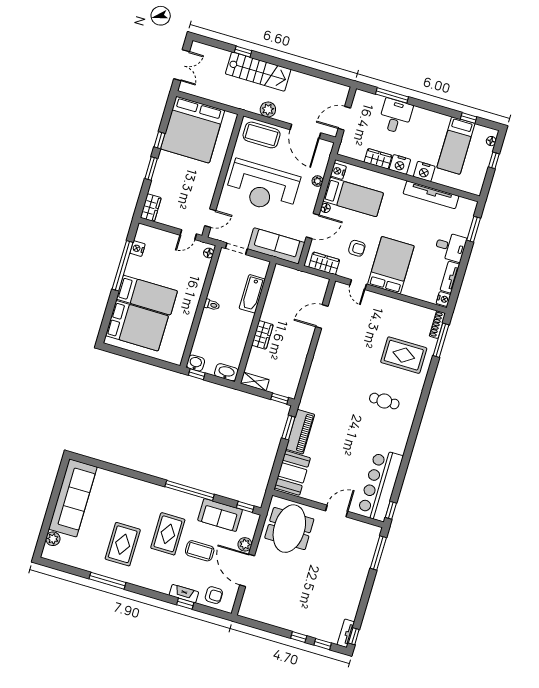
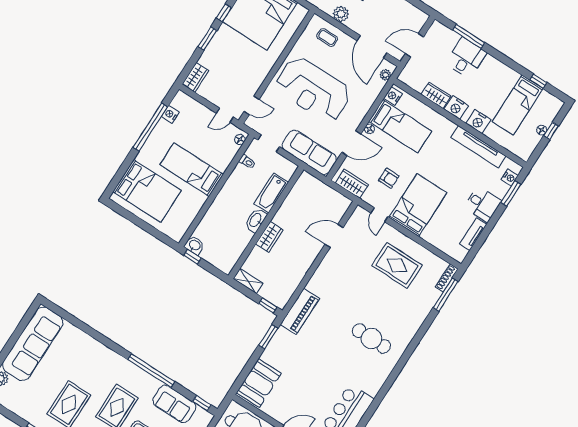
coffee table: (262, 135) -> (327, 38), width x0.54, depth x0.58
floor lamp: (491, 141) -> (542, 130), moved
plant: (318, 181) -> (385, 75), moved
bed: (147, 295) -> (192, 170), moved, turned 180
nightstand: (444, 299) -> (510, 178), moved
toilet: (212, 305) -> (247, 162), moved
rug: (404, 355) -> (397, 265), moved
washbasin: (226, 372) -> (256, 220), moved, turned -90
cafe table: (384, 401) -> (371, 338), width x1.37, depth x1.35
piano: (300, 432) -> (300, 311), moved

